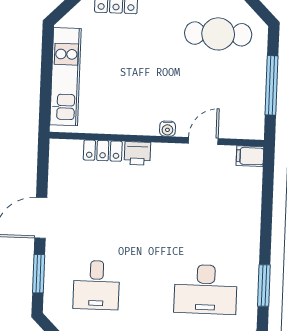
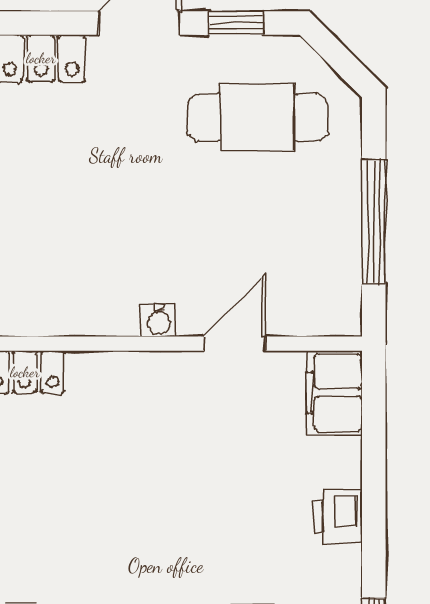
printer: (137, 153) -> (338, 516), moved, turned 90
filing cabinet: (250, 156) -> (334, 393), width x2.00

